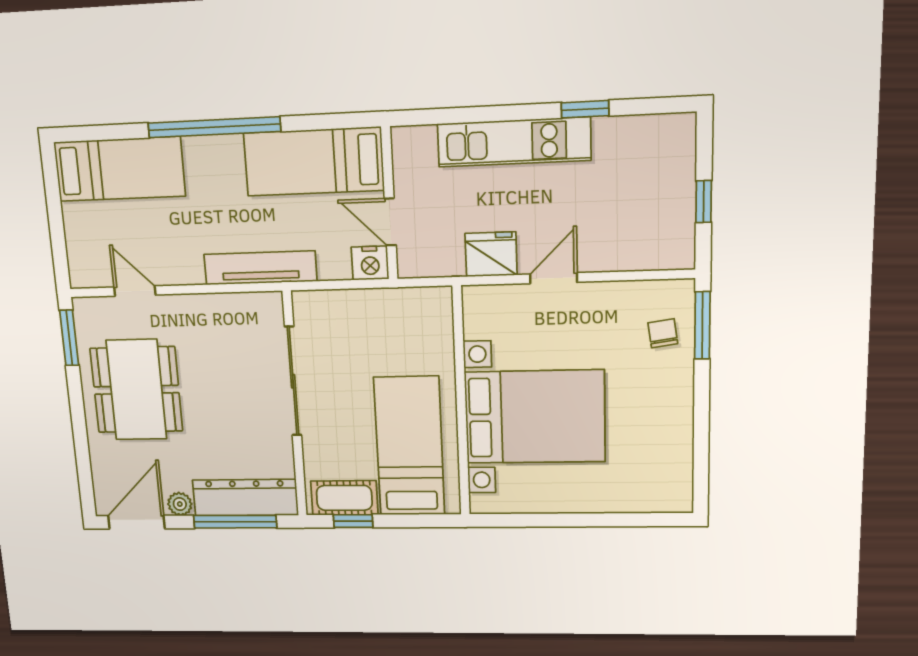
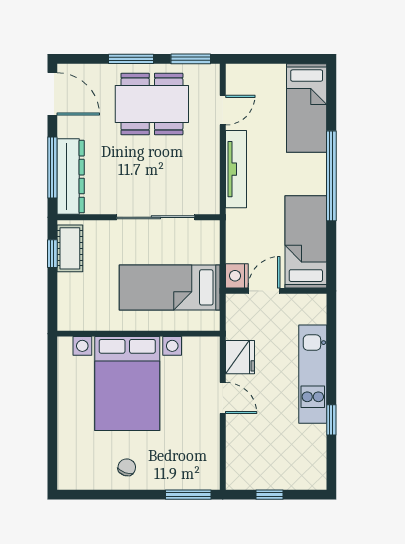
tv unit: (260, 268) -> (236, 169), moved
chair: (663, 333) -> (127, 467), moved, turned -62
window: (78, 419) -> (131, 59), added
bed: (409, 446) -> (170, 287), moved, turned 180
plant: (180, 504) -> (66, 128), removed

